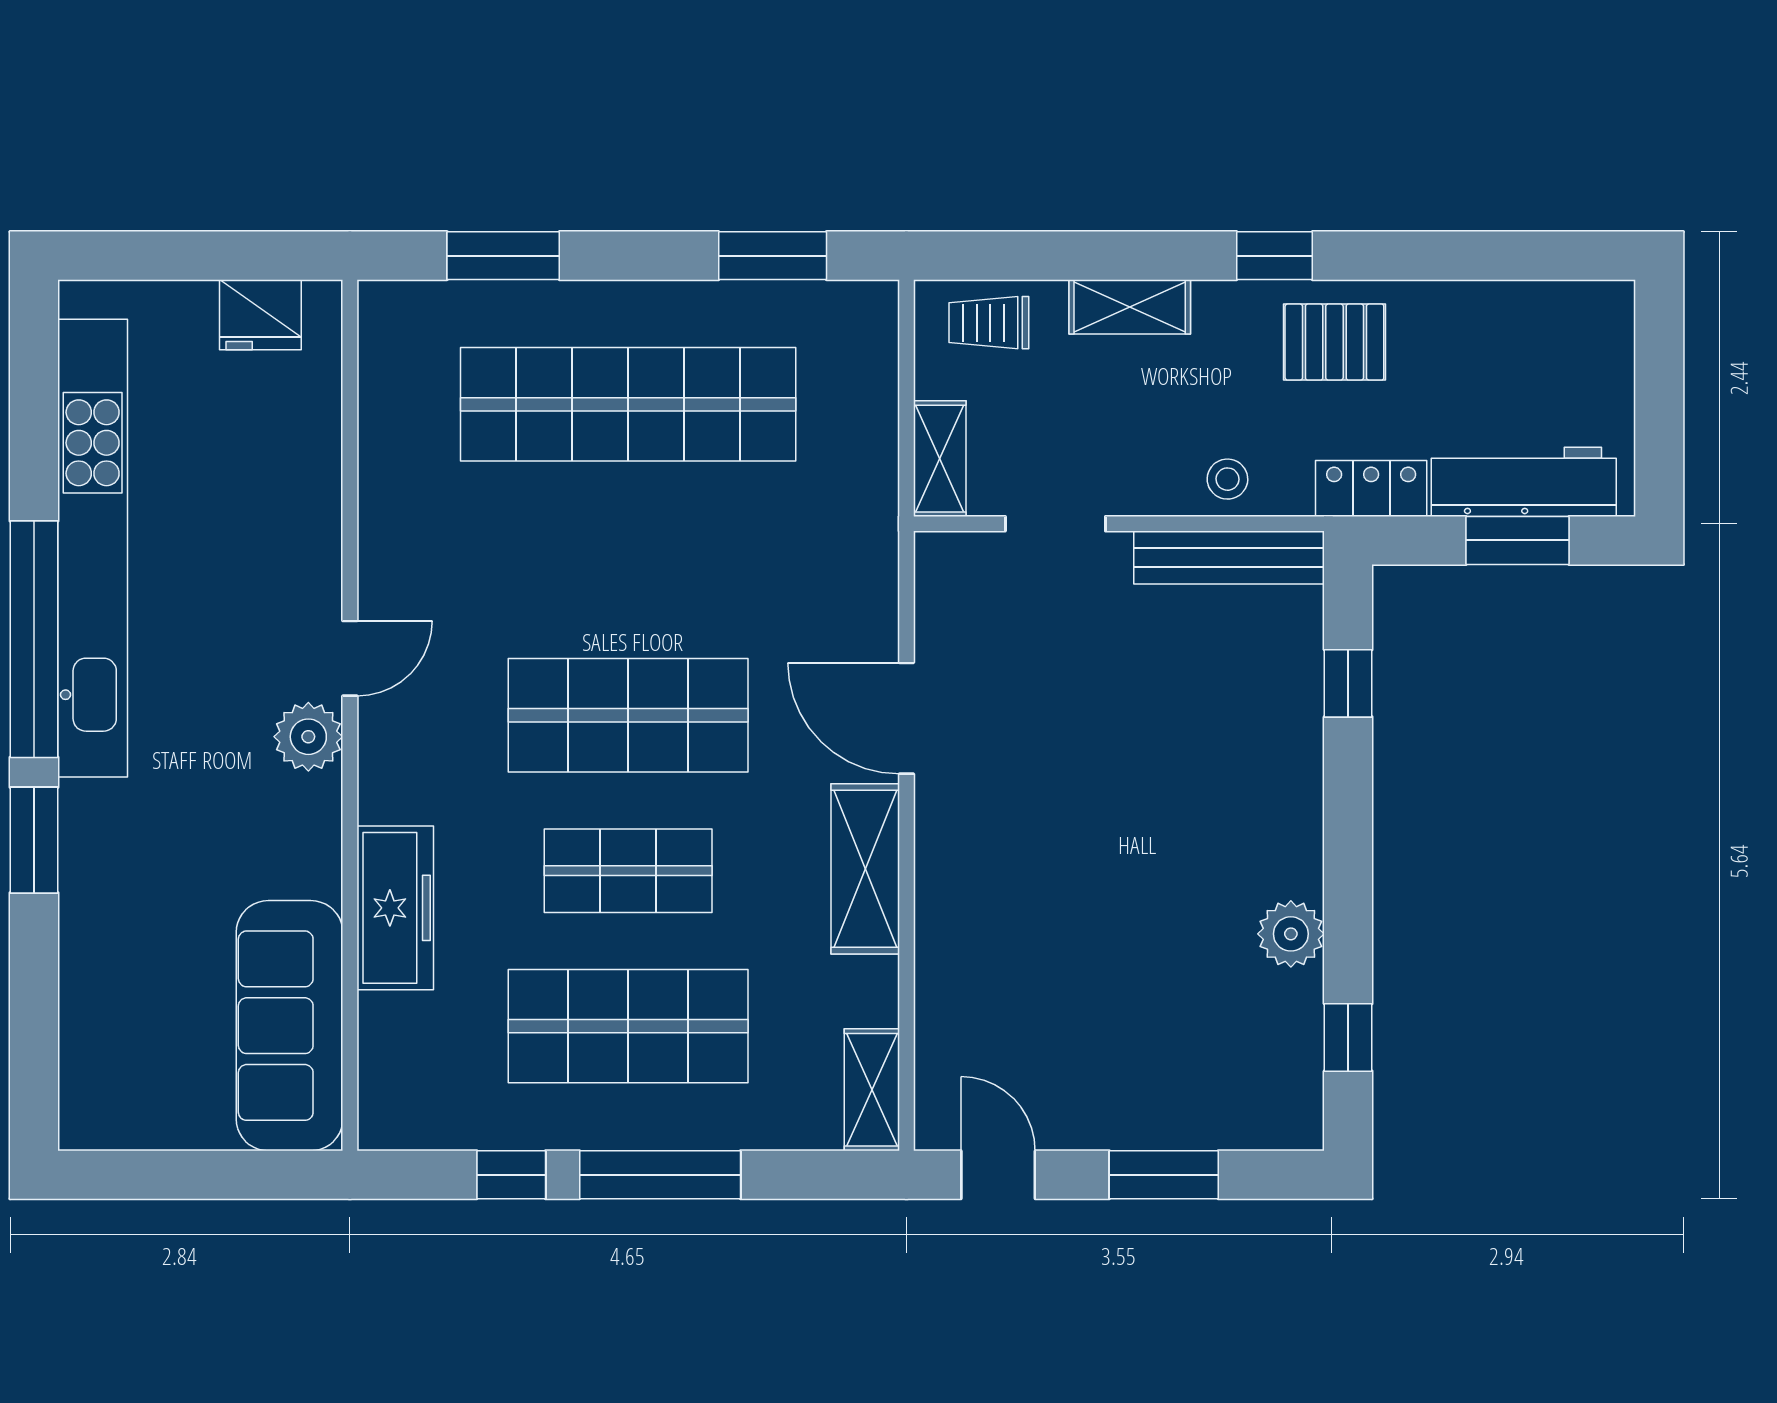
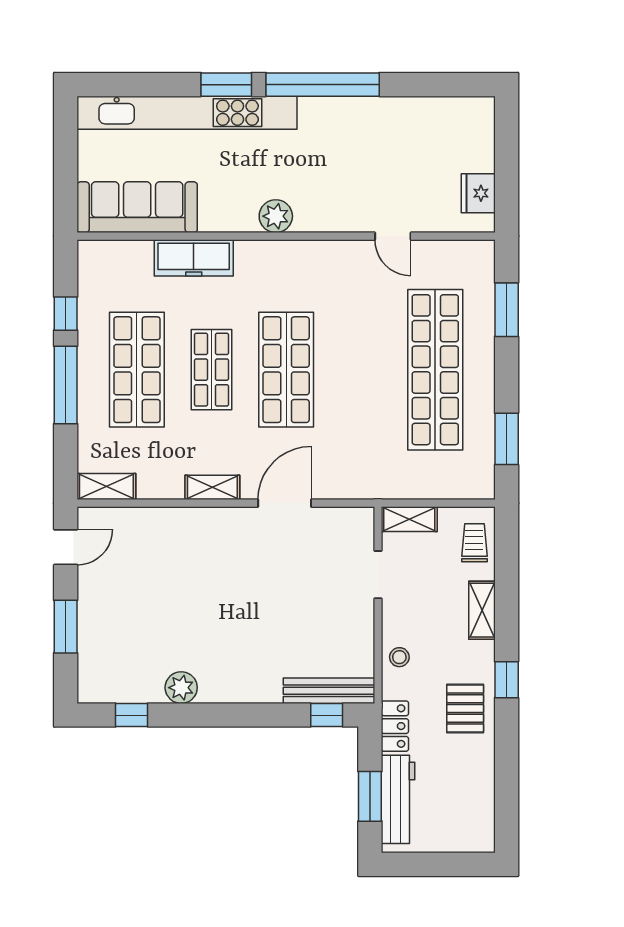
kitchen unit: (93, 548) -> (187, 113), moved
bench: (1229, 558) -> (329, 691), moved, turned 90
door: (350, 658) -> (393, 236), moved
window: (1348, 683) -> (327, 715), moved
shelving: (865, 869) -> (212, 487), width x0.67, depth x0.75

